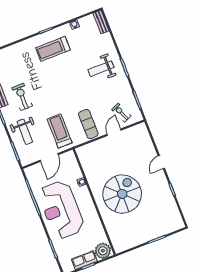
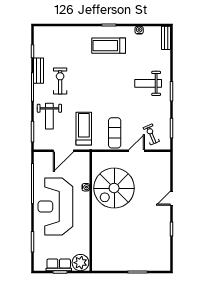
spiral stairs: (122, 194) -> (114, 188), moved, turned 180

